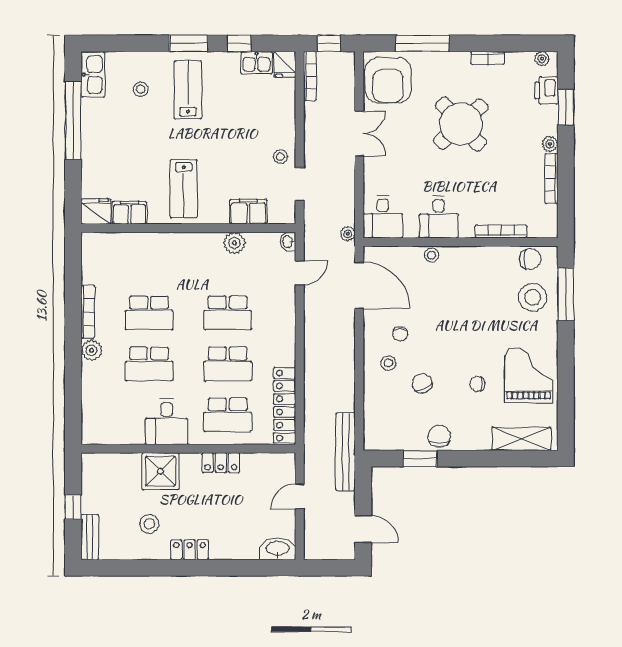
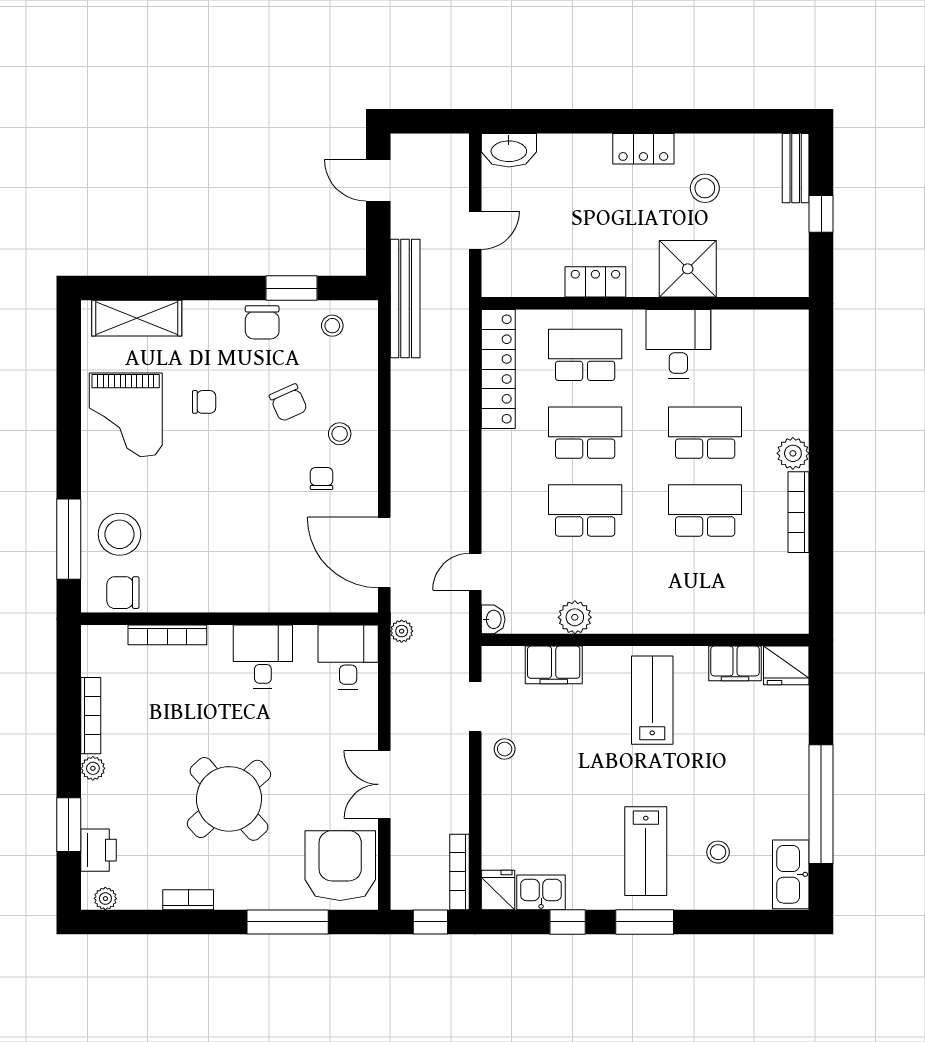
stool: (432, 255) -> (332, 326), moved

